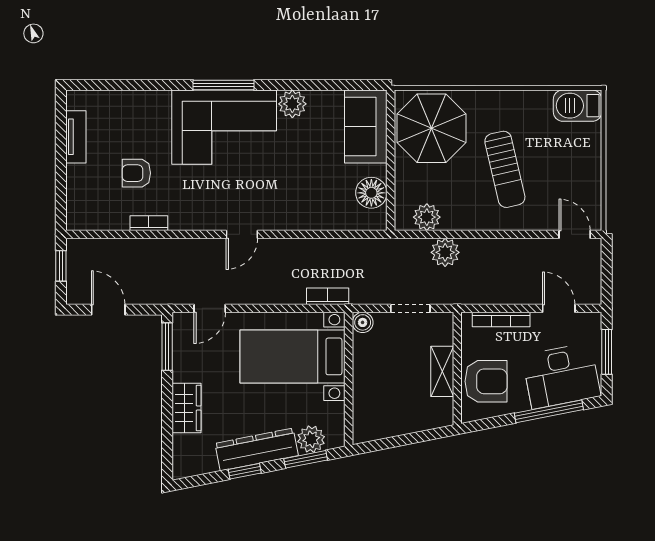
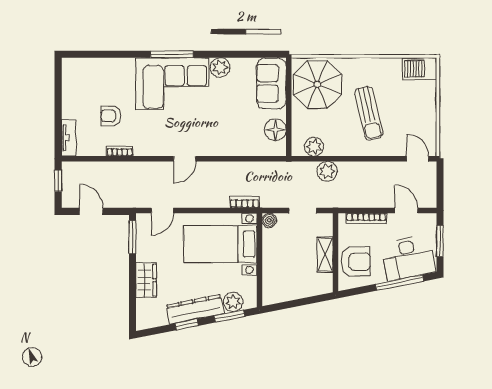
tv unit: (76, 137) -> (69, 138), moved

